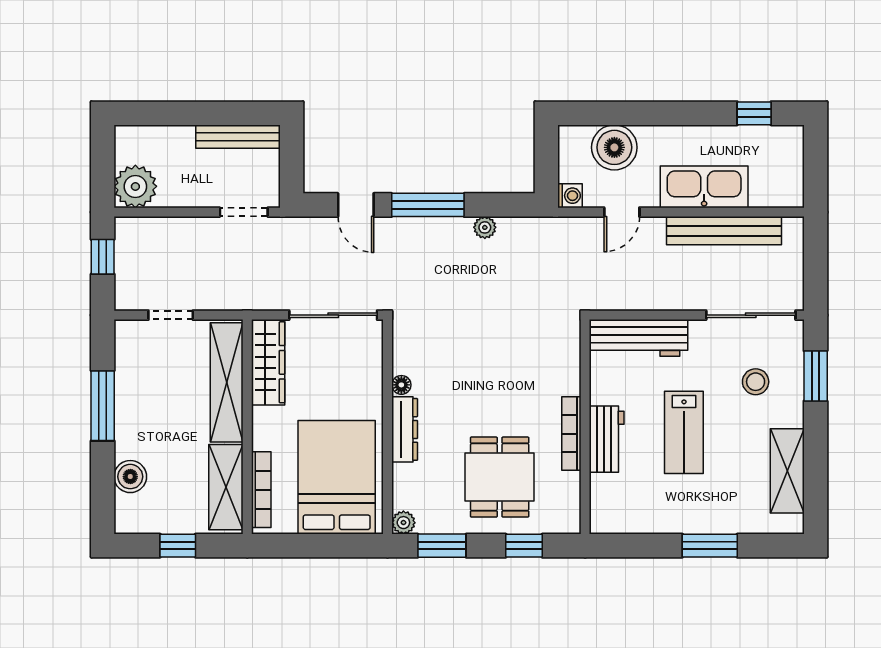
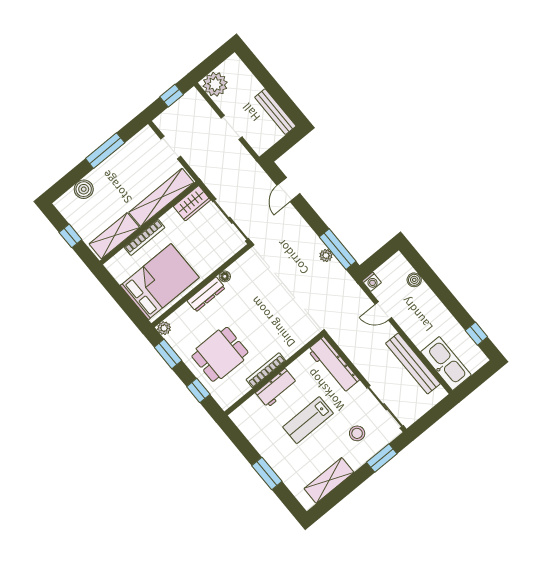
boiler: (614, 147) -> (414, 280), width x0.54, depth x0.54
kitchen sink: (704, 187) -> (446, 364), moved
window: (428, 205) -> (338, 249), moved
doorway: (244, 212) -> (232, 128), moved
wardrobe: (268, 362) -> (192, 203), width x0.67
bookcase: (261, 490) -> (144, 237), moved

